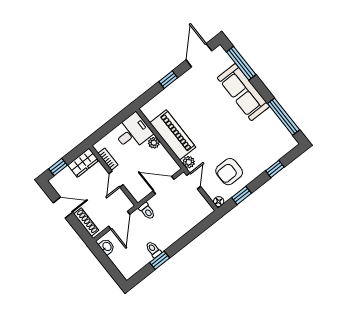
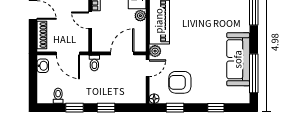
sofa: (243, 92) -> (238, 59), moved
door: (116, 179) -> (90, 20), hinge flipped
door: (164, 185) -> (122, 53), hinge flipped
door: (119, 220) -> (68, 53), hinge flipped
window: (185, 240) -> (106, 108), added
toilet: (153, 249) -> (58, 96), moved

